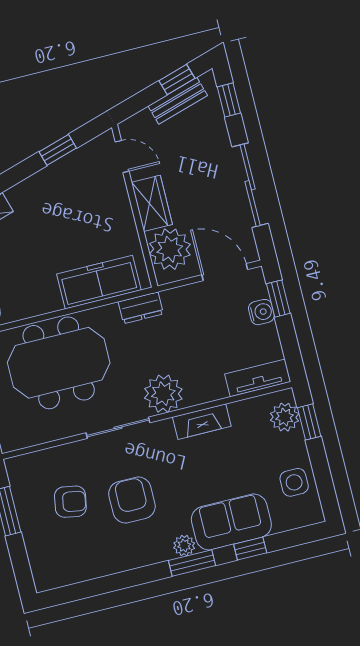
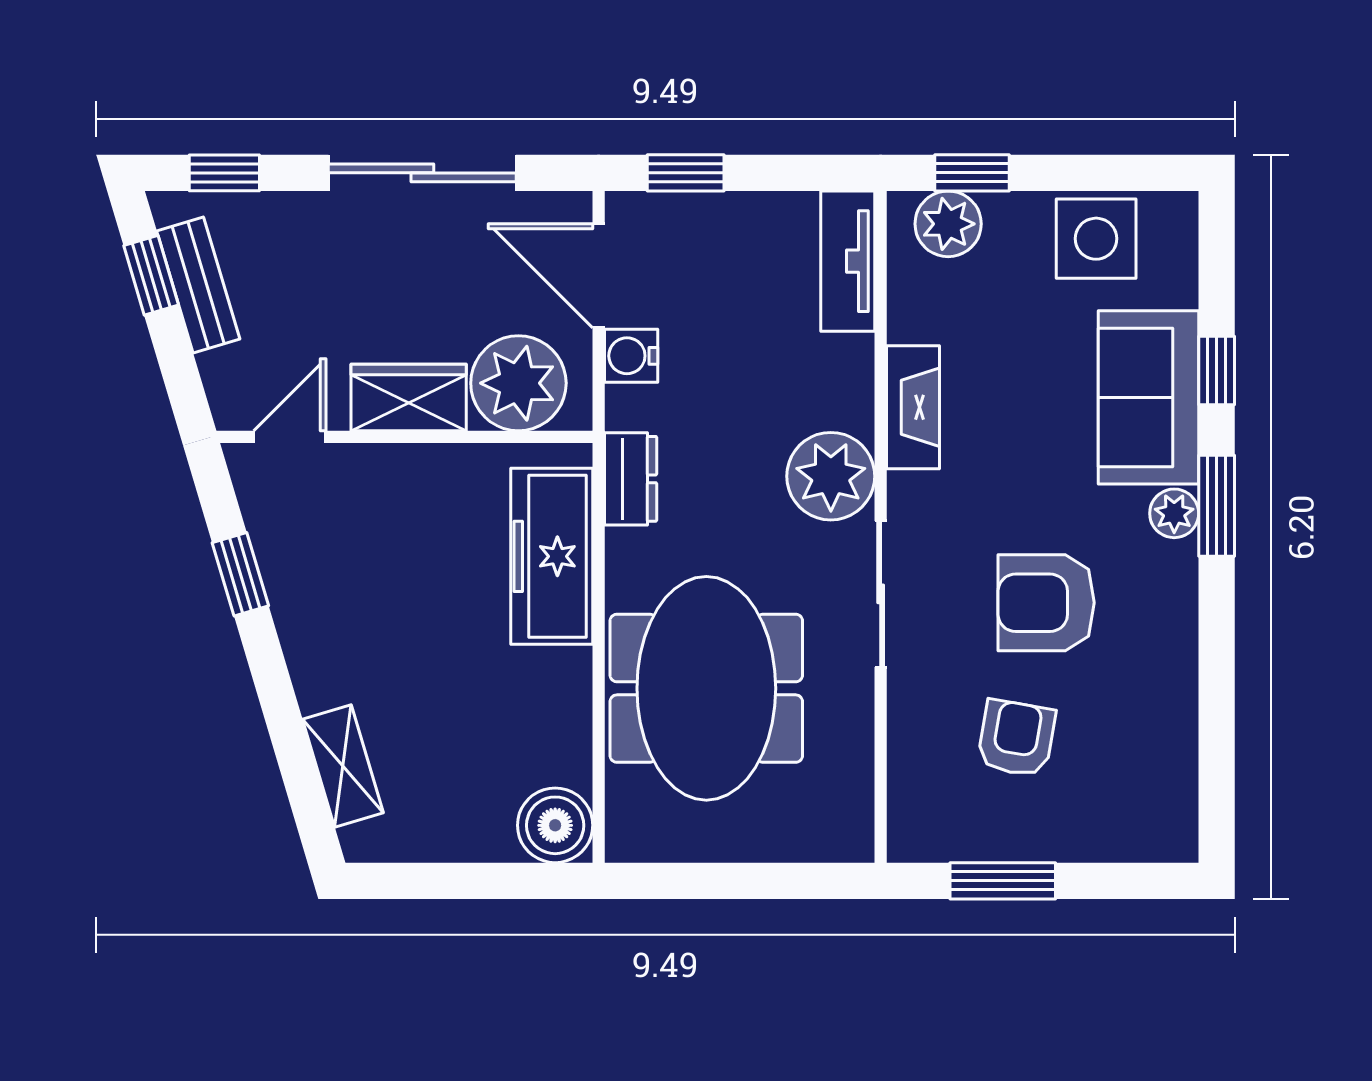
door: (225, 272) -> (599, 276), hinge flipped
water cooler: (261, 312) -> (631, 356), moved, turned -90
side table: (294, 482) -> (1096, 239), width x1.37, depth x1.37

